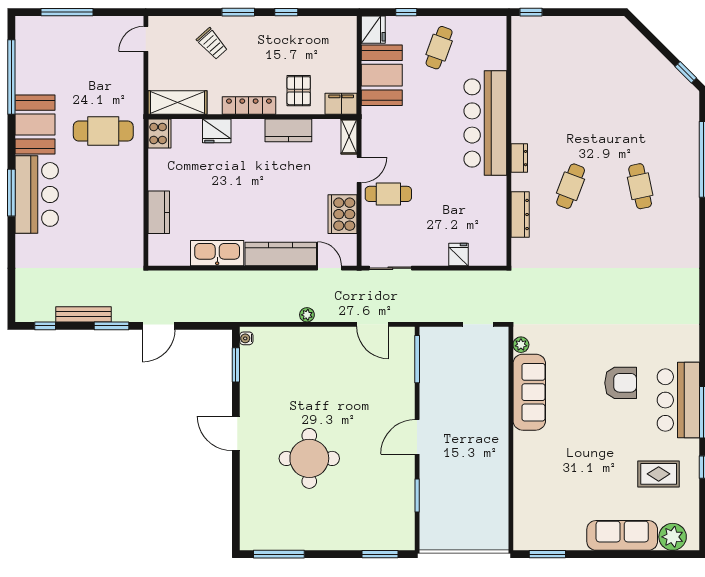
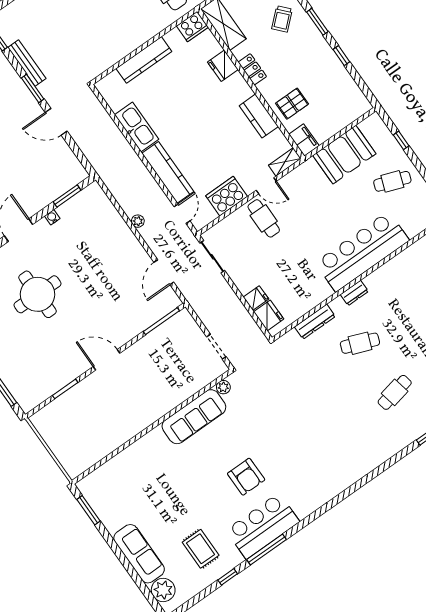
fridge: (373, 30) -> (269, 315), moved, turned -90
locker: (249, 105) -> (252, 69), width x0.66
kitchen counter: (159, 212) -> (144, 60), width x1.50
water cooler: (246, 338) -> (52, 217), moved

